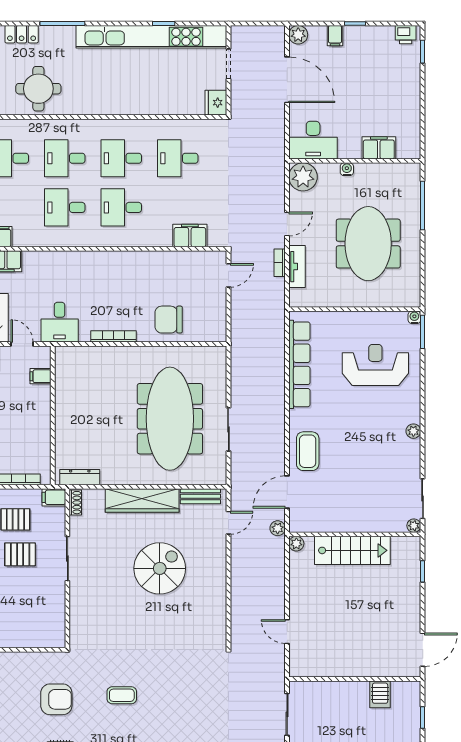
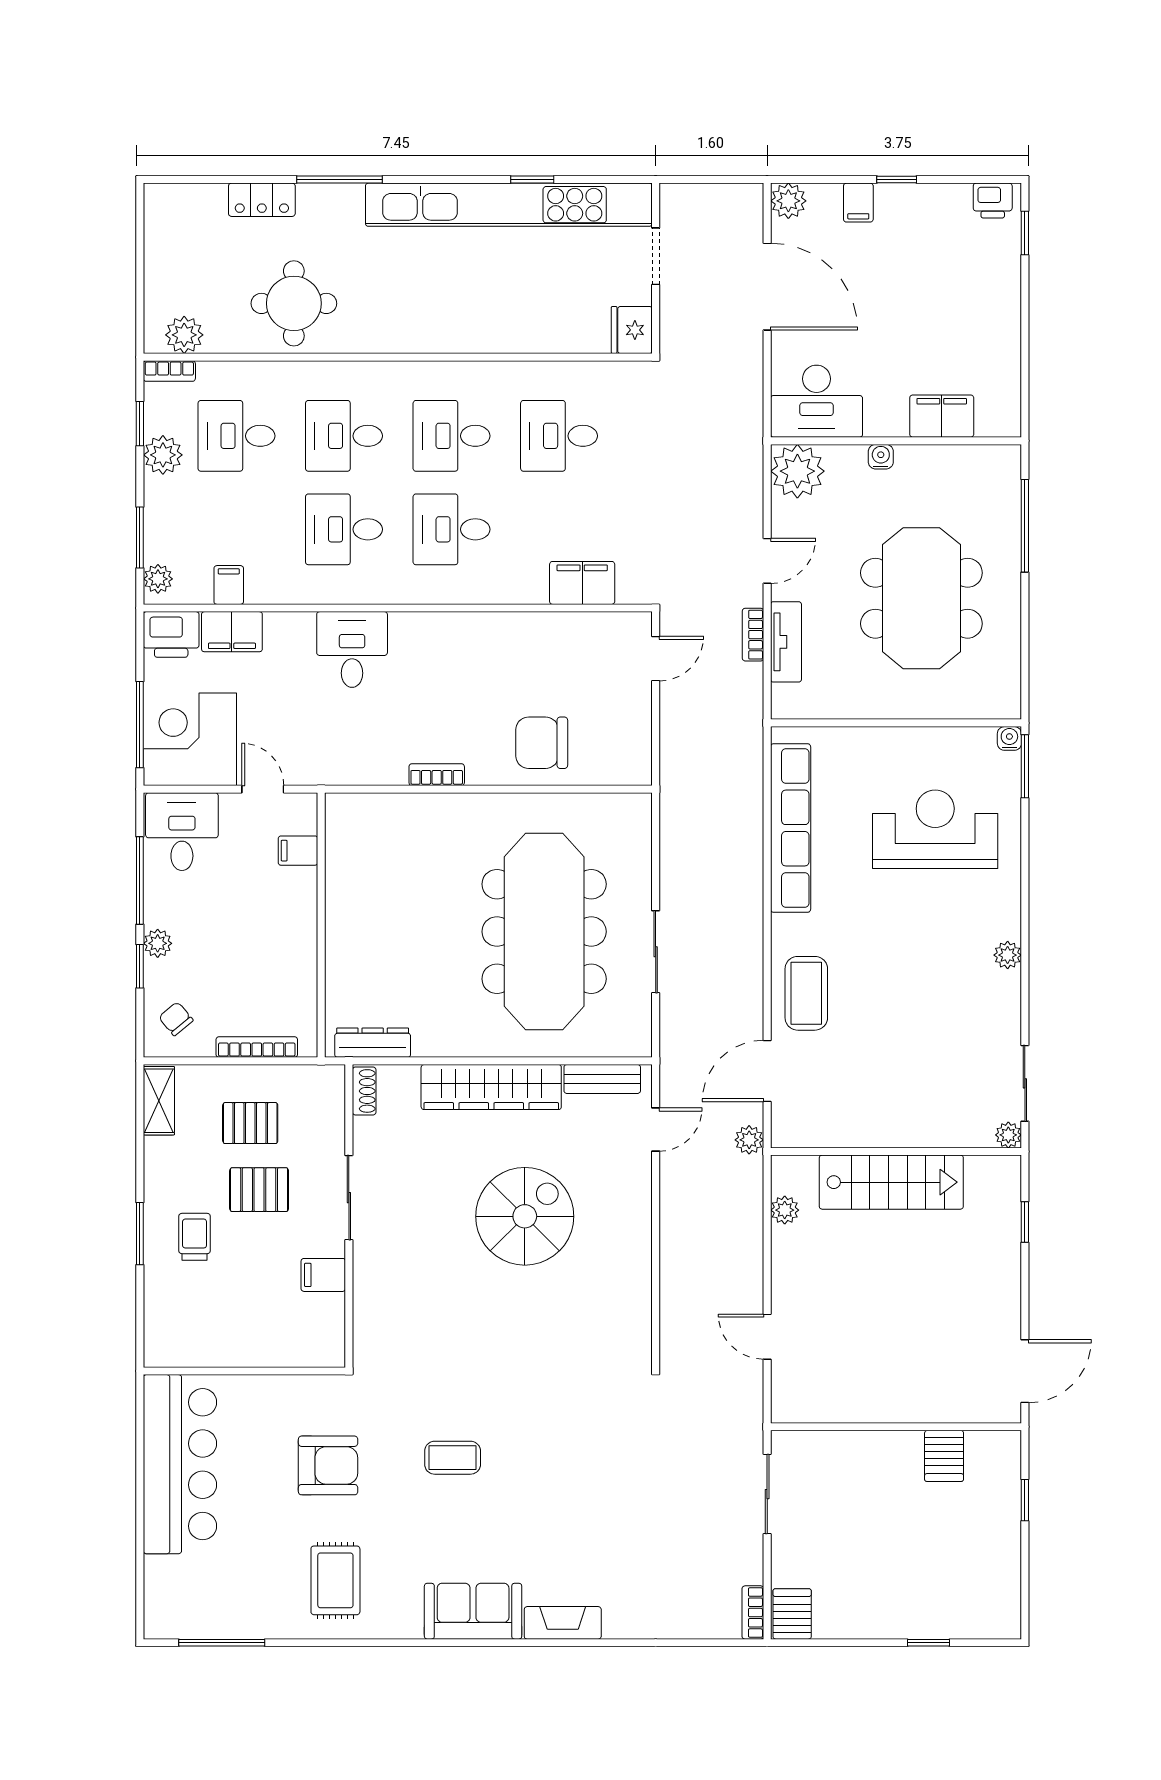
desk: (60, 322) -> (352, 649), moved, turned 180
bookcase: (113, 336) -> (437, 775), width x0.64
filing cabinet: (54, 497) -> (323, 1275), moved
plant: (296, 544) -> (785, 1210), moved

